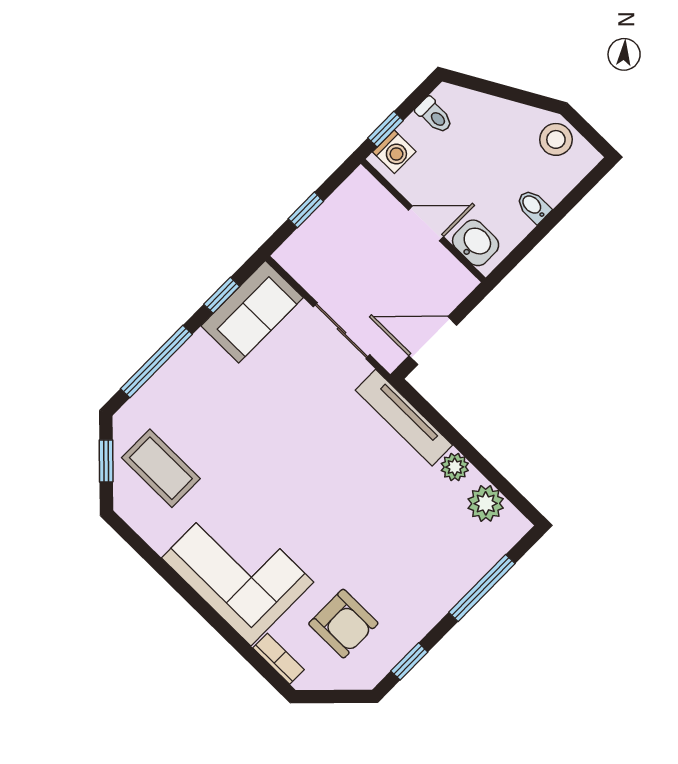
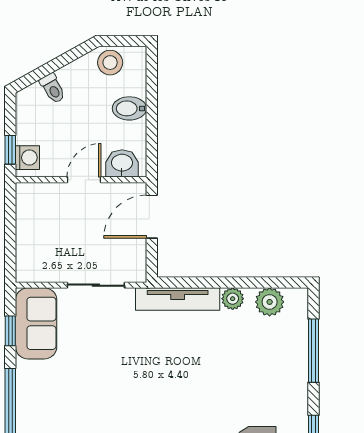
toilet: (434, 115) -> (53, 88), moved, turned 61
bidet: (533, 206) -> (129, 108), width x1.38, depth x1.36
window: (306, 210) -> (10, 238), removed
door: (433, 341) -> (152, 217), moved

